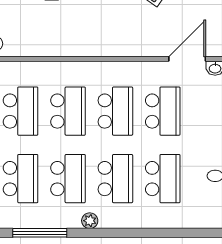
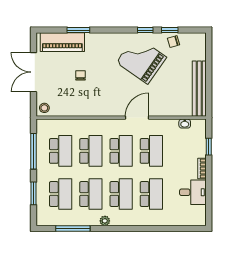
door: (187, 59) -> (137, 118), moved

